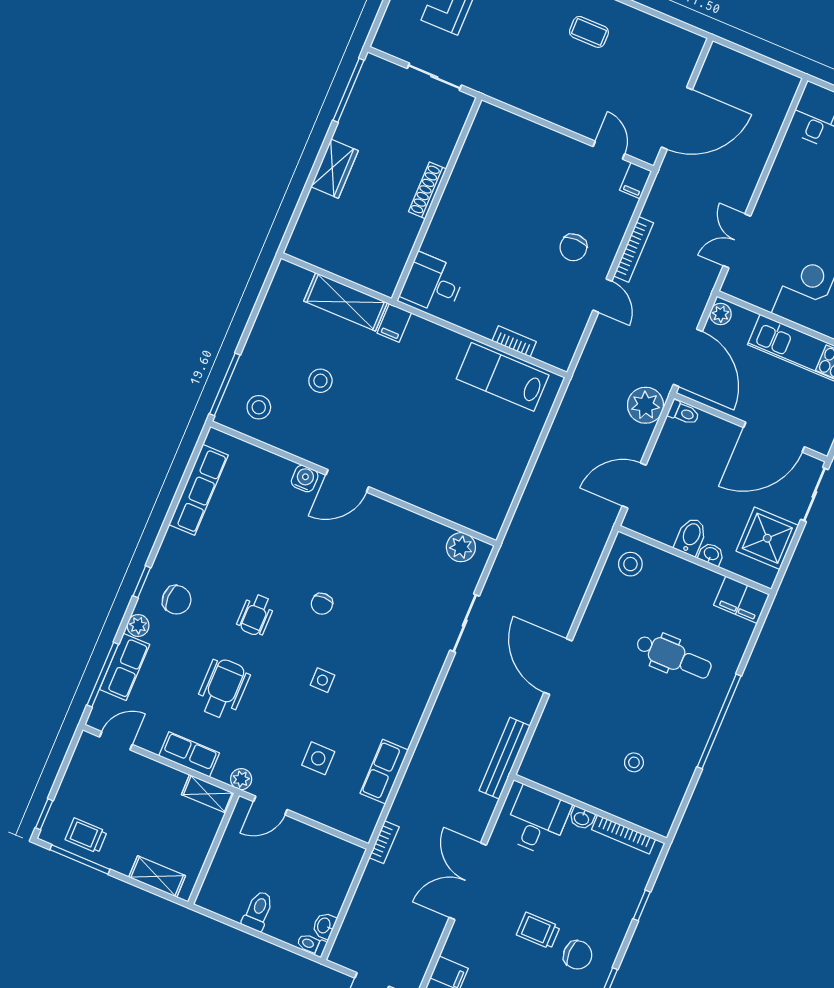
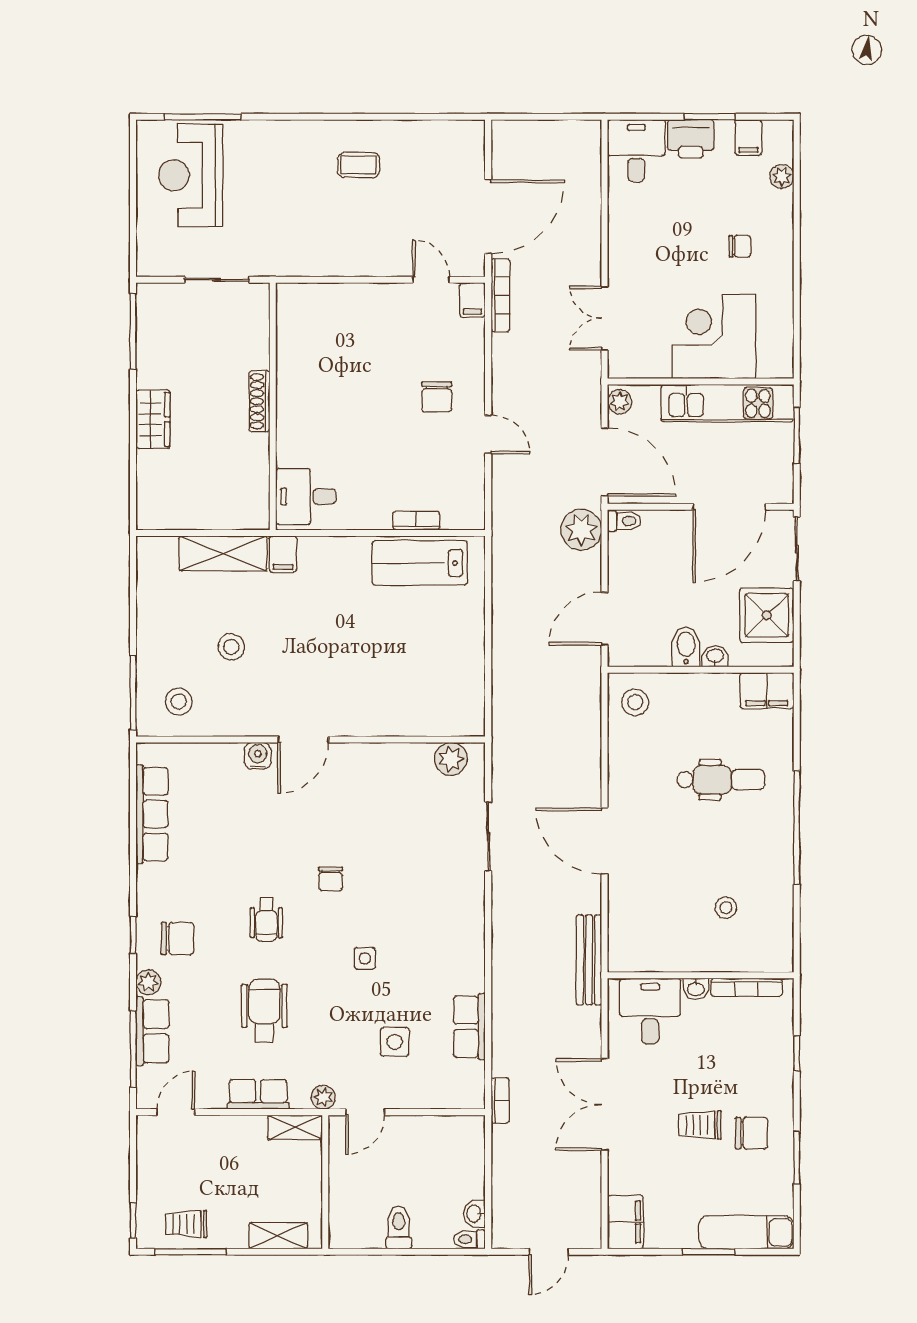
bookcase: (634, 249) -> (500, 295), moved

